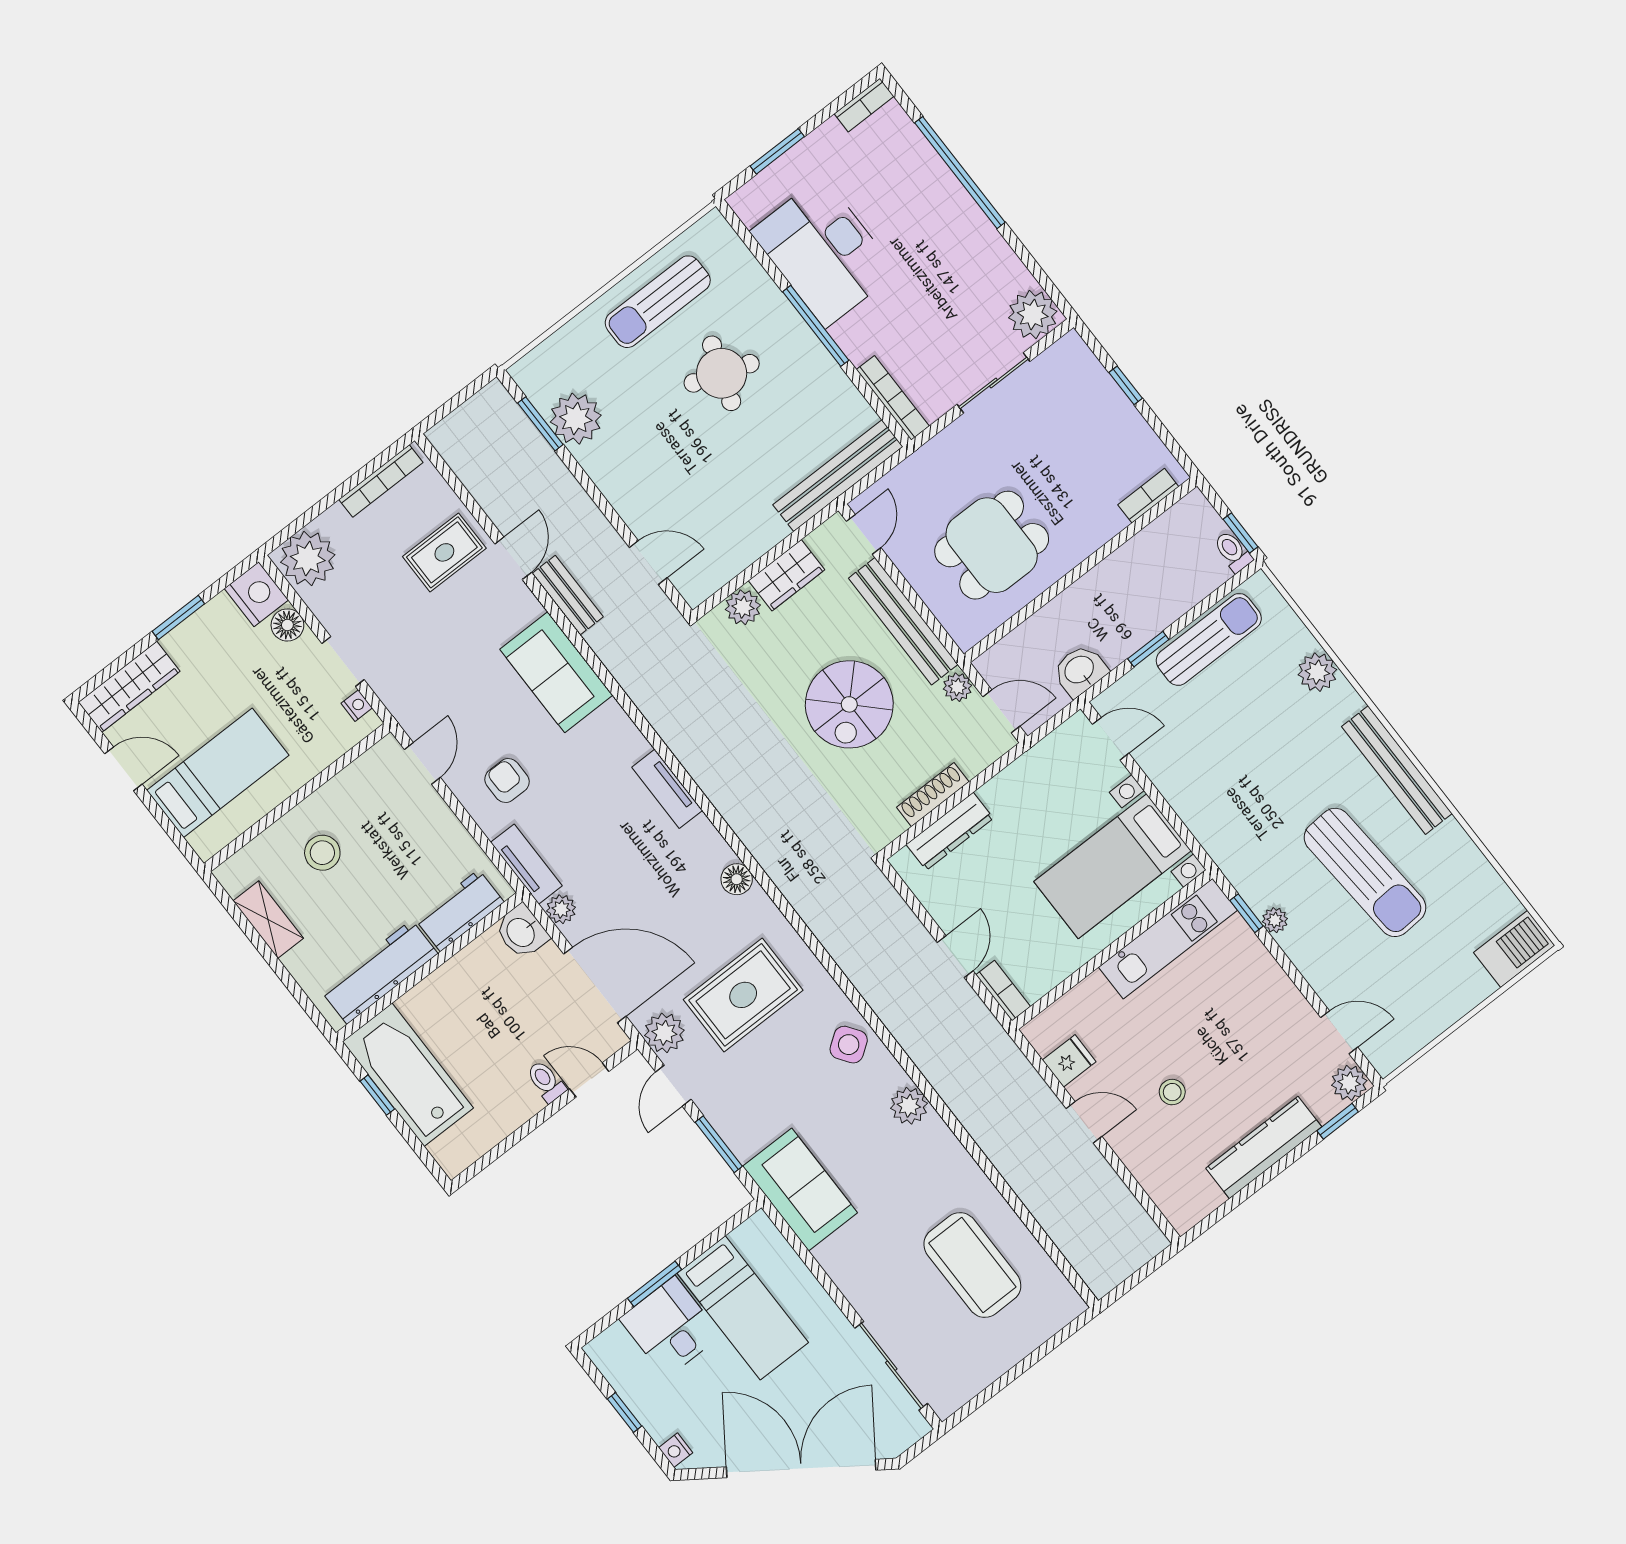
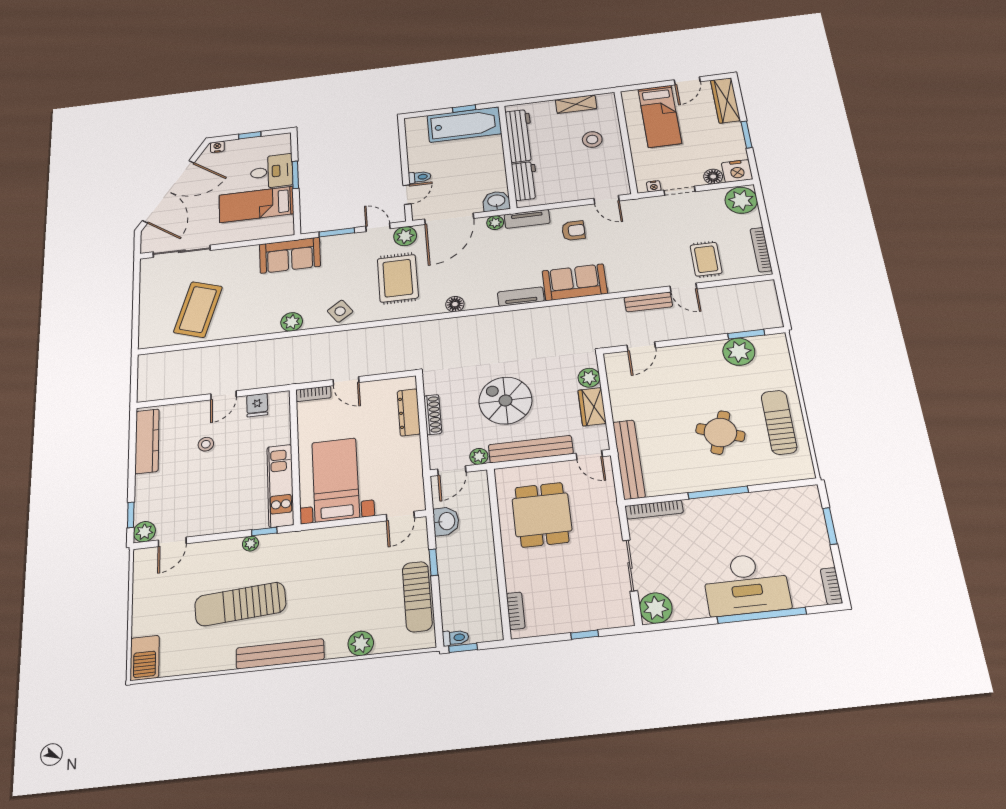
desk: (824, 252) -> (746, 584), moved, turned 180
sofa: (556, 672) -> (575, 282), moved
kitchen counter: (1264, 1147) -> (147, 441), moved
coffee table: (972, 1265) -> (198, 309), turned -72

